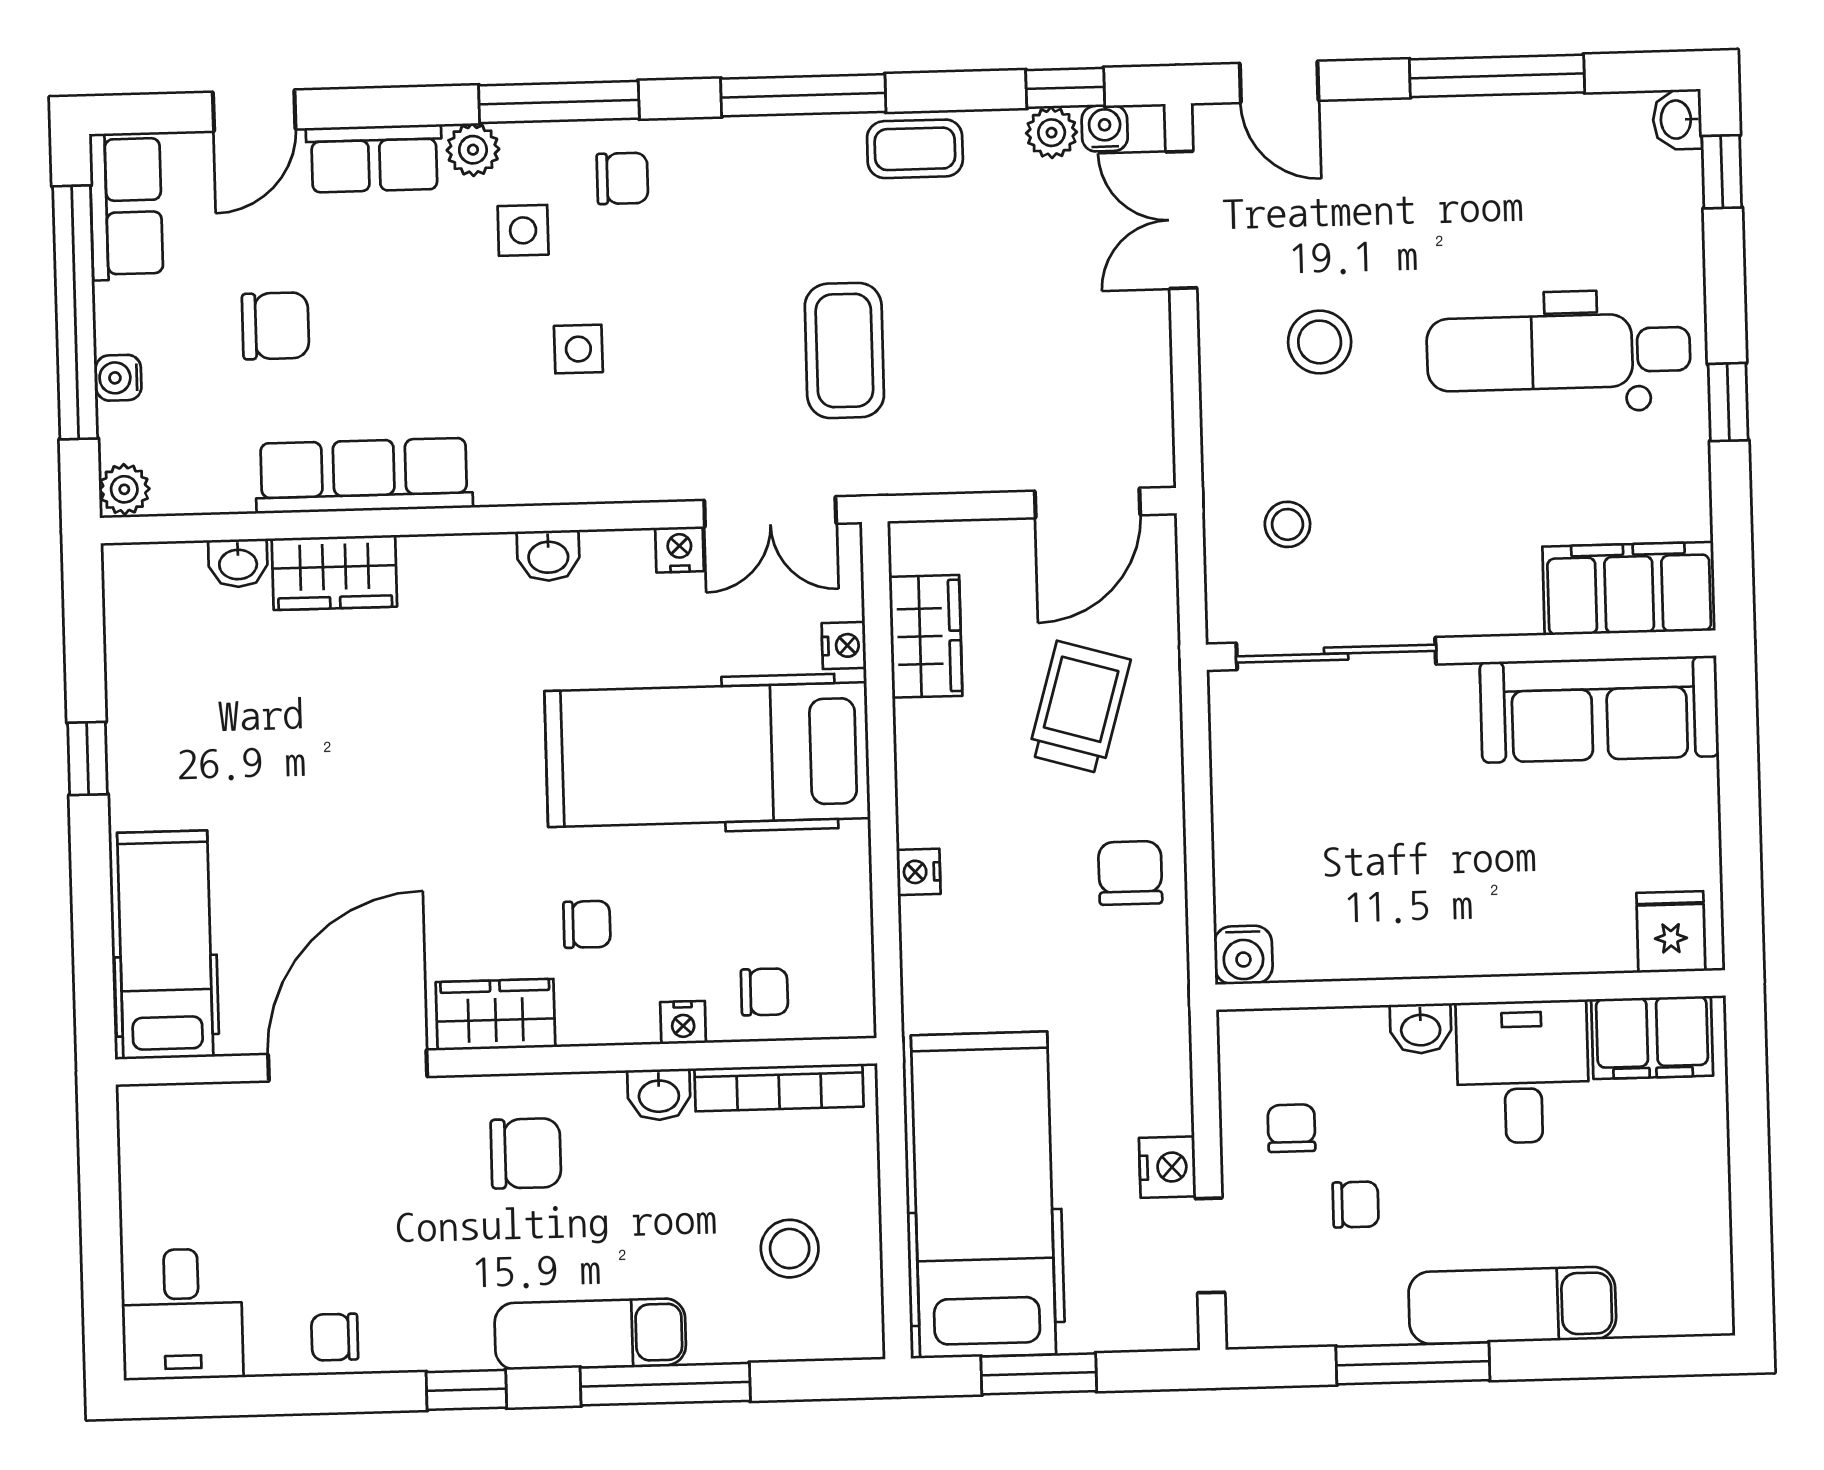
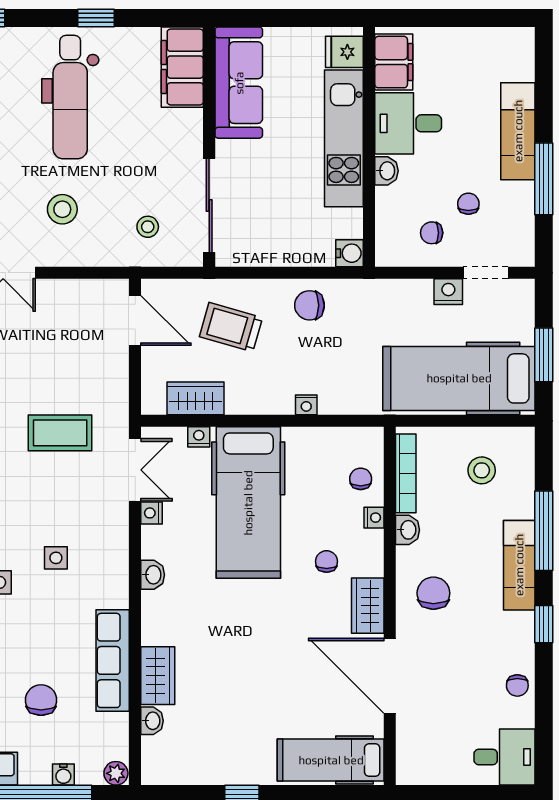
kitchen unit: (1487, 936) -> (344, 138), added

